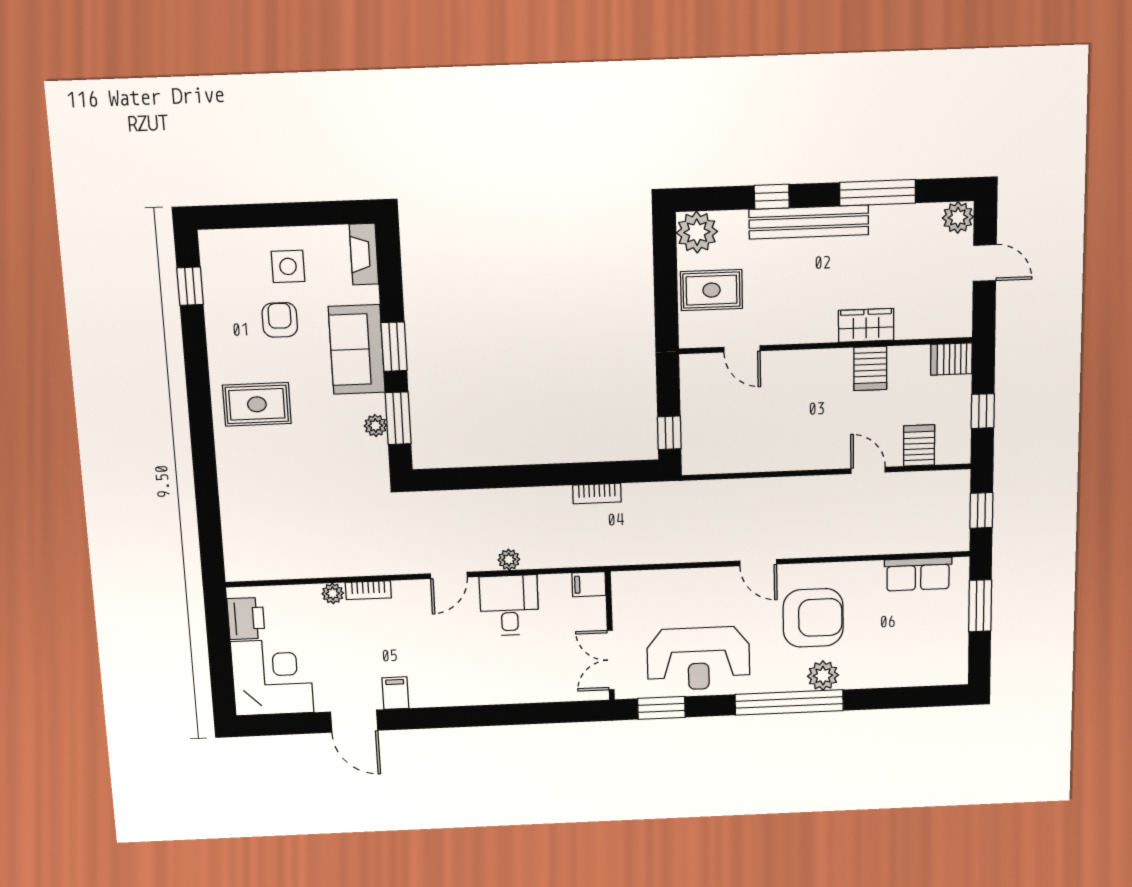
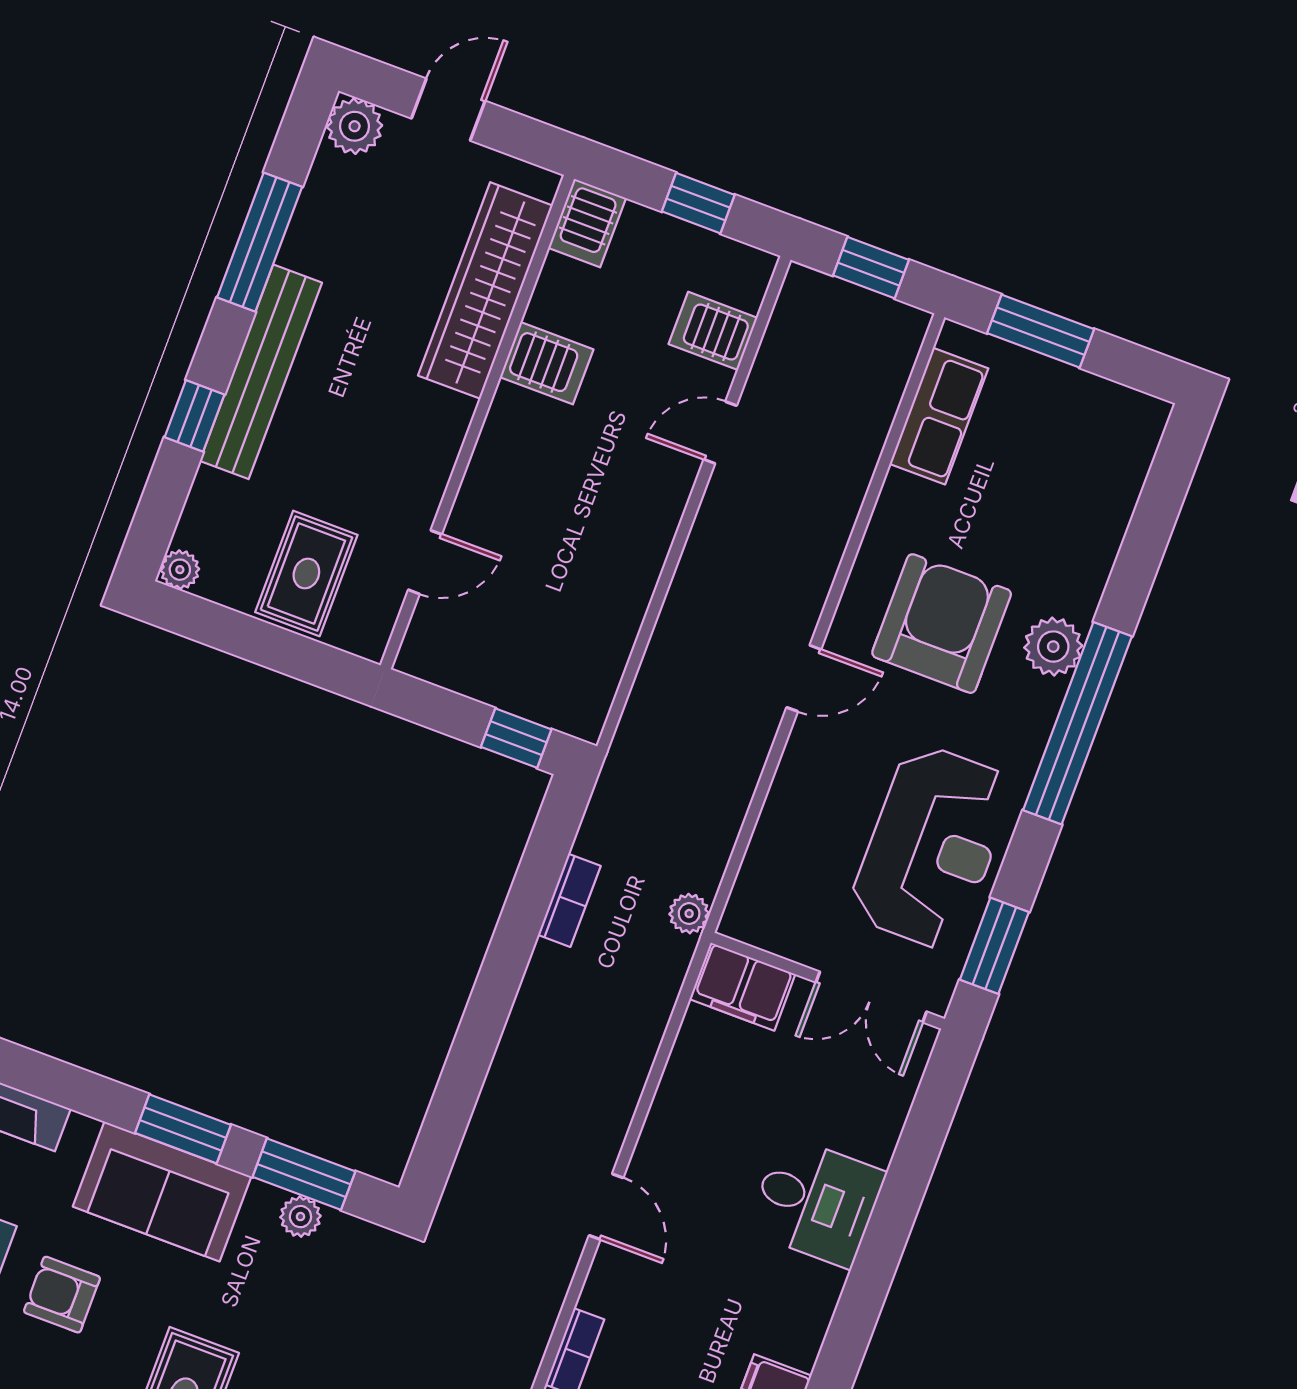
plant: (697, 232) -> (180, 570), width x0.53, depth x0.53
wardrobe: (866, 325) -> (485, 291), width x2.10, depth x1.17
plant: (509, 560) -> (689, 914), moved
filing cabinet: (589, 584) -> (742, 987), width x2.00
desk: (509, 605) -> (816, 1202), moved, turned 180

